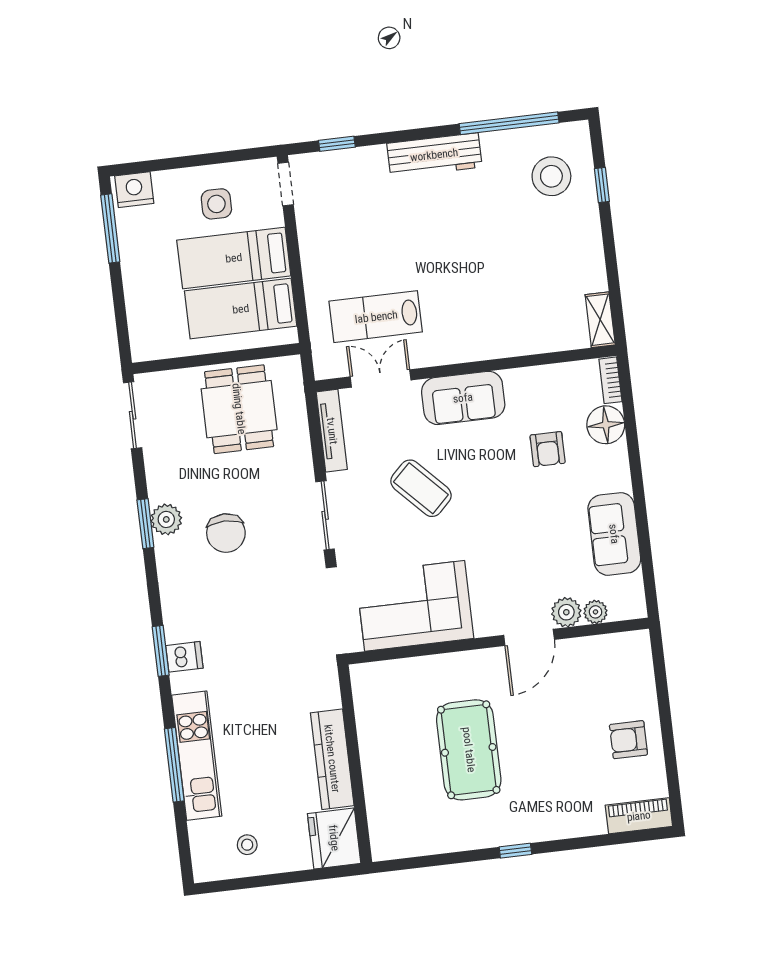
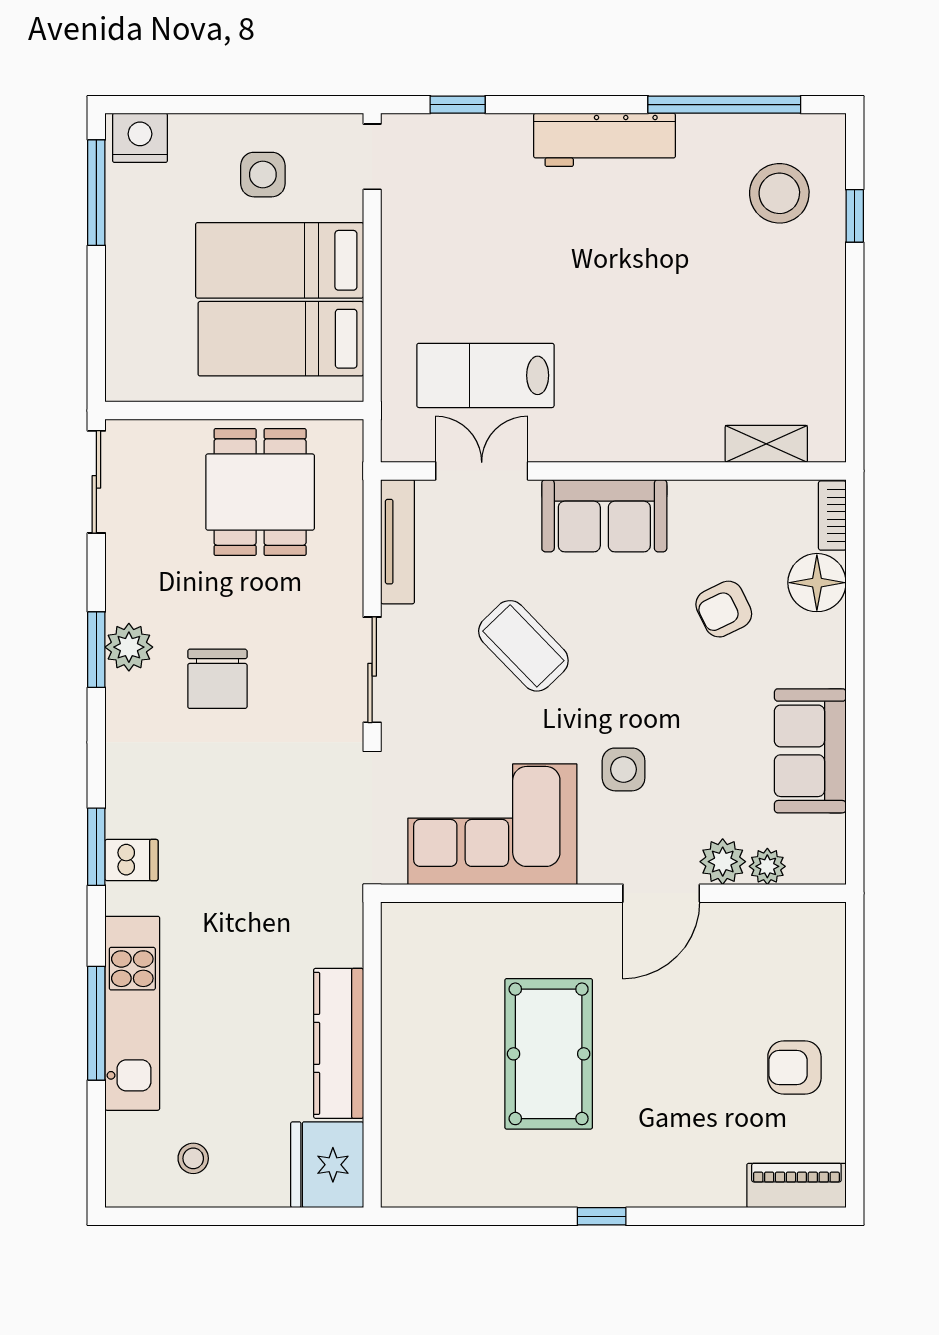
shelving: (600, 320) -> (766, 444), moved, turned 90
armchair: (548, 449) -> (724, 609), turned 64
side table: (495, 560) -> (624, 769), added

